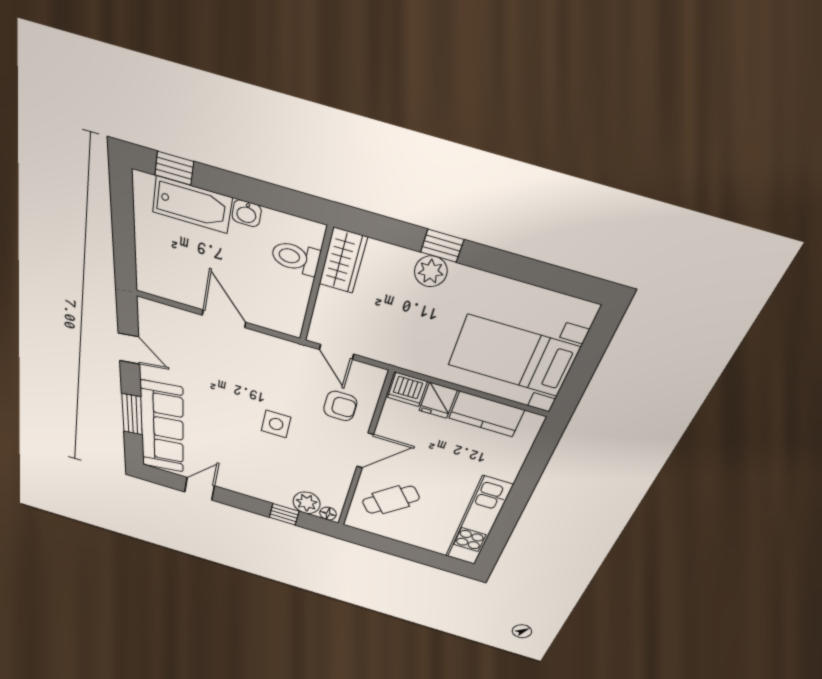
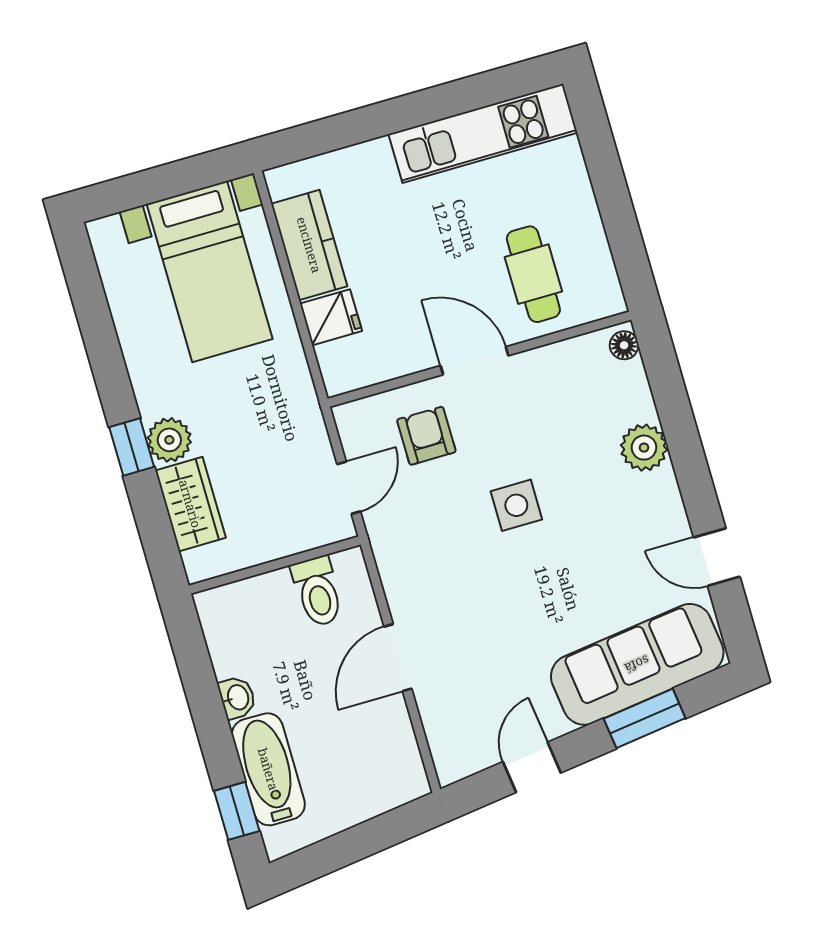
toilet: (296, 258) -> (318, 591), moved
wardrobe: (343, 261) -> (190, 504), moved, turned 90
dishwasher: (407, 389) -> (342, 366), removed
cafe table: (391, 500) -> (533, 274), turned 40
plant: (307, 503) -> (644, 448), moved
window: (284, 514) -> (673, 407), removed

